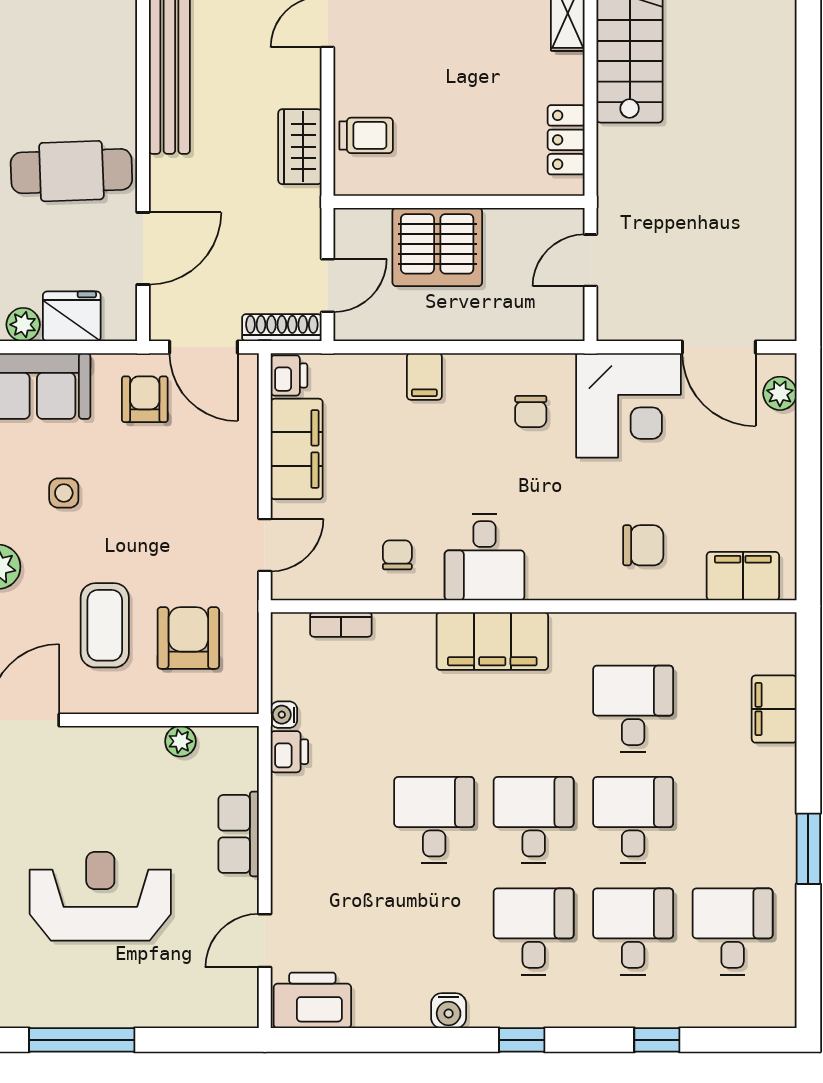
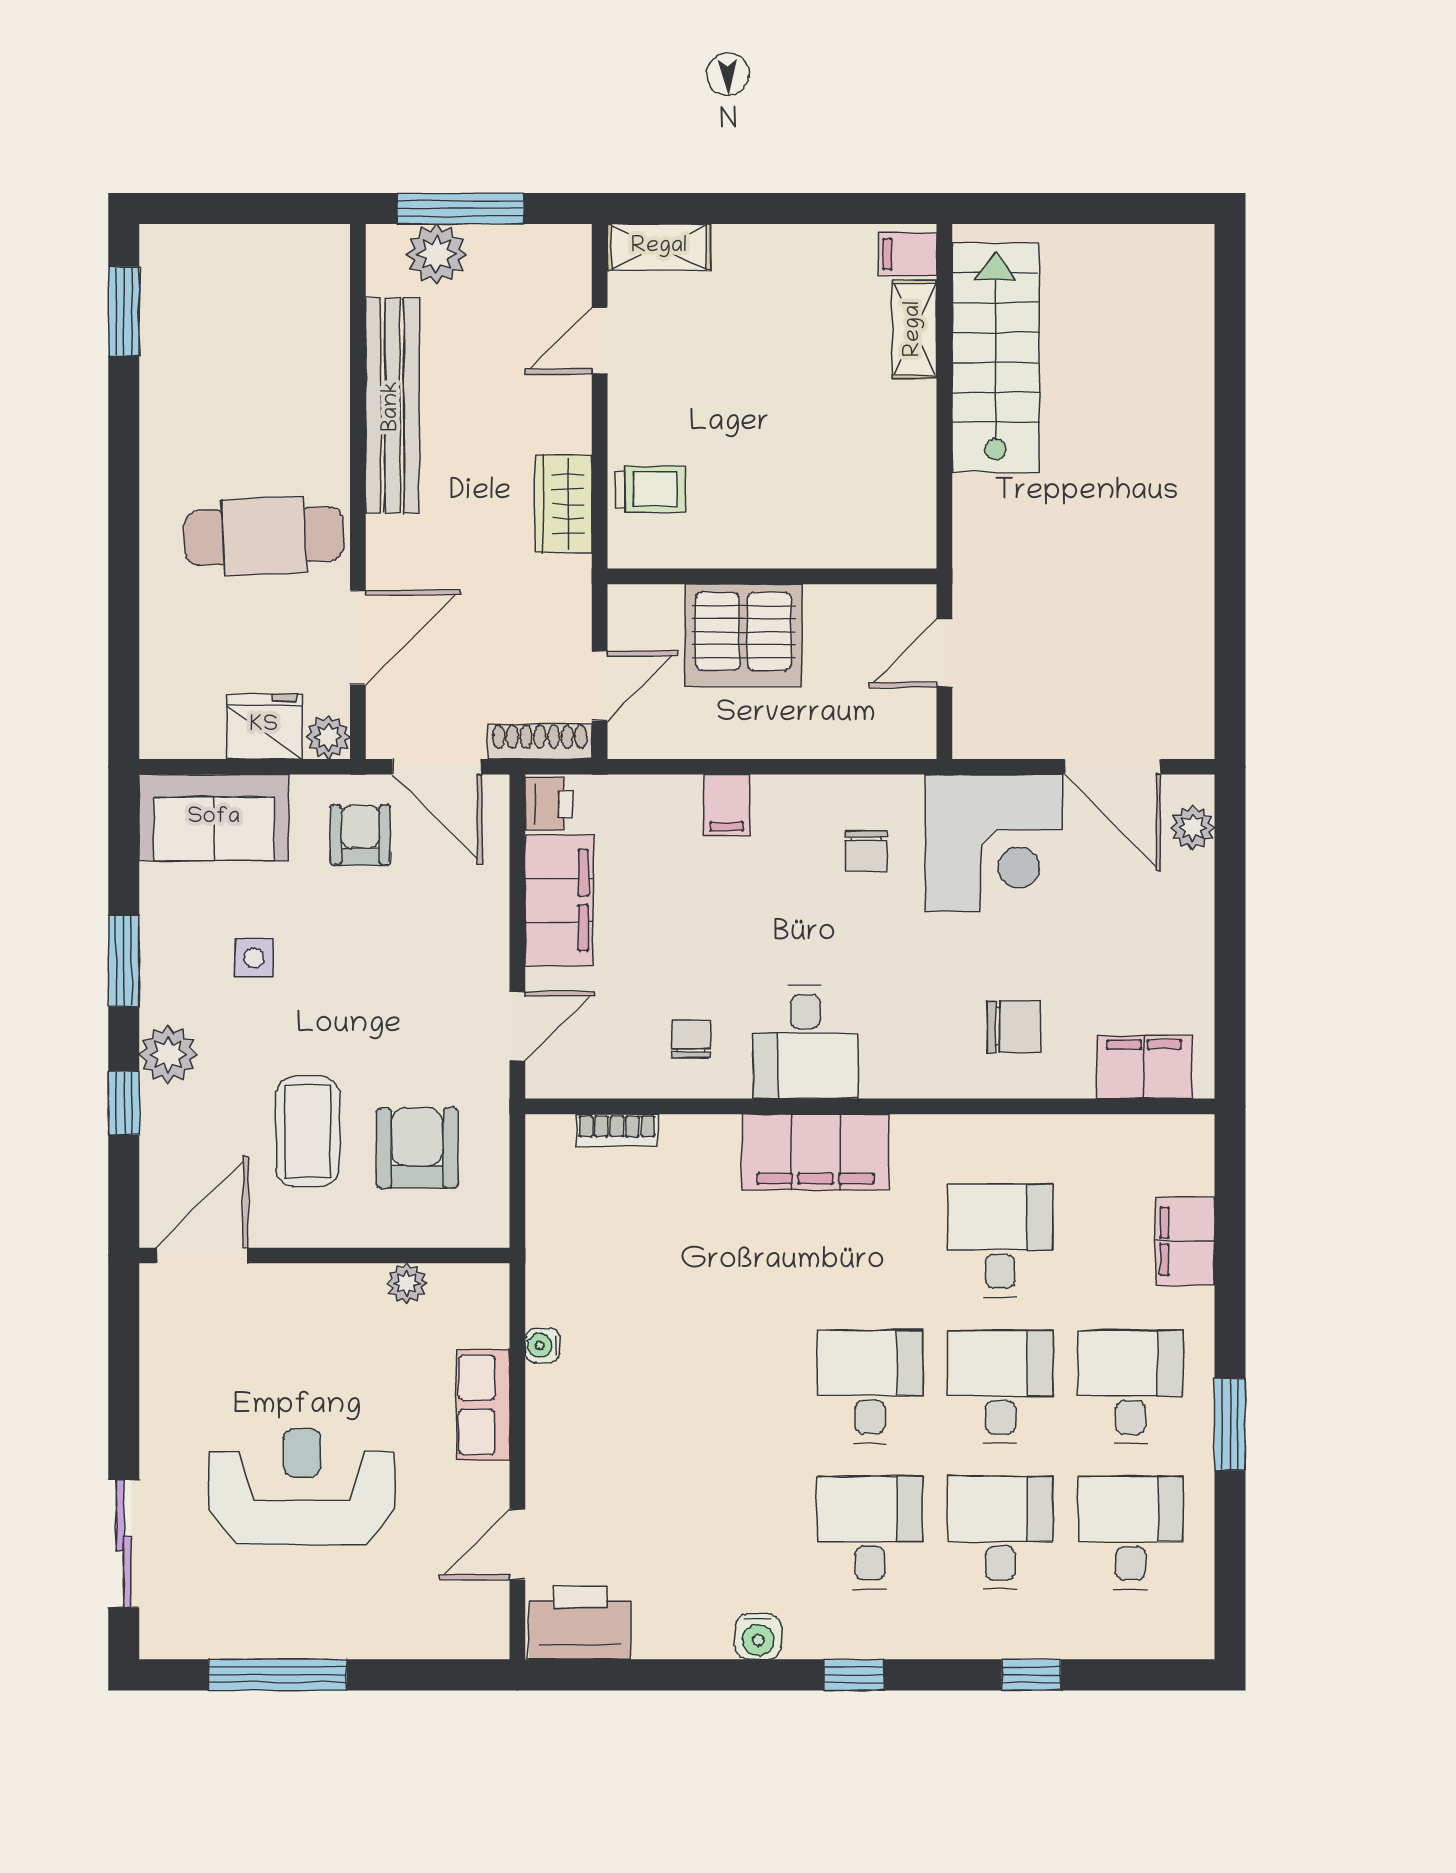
locker: (566, 140) -> (912, 495), removed
plant: (23, 325) -> (328, 737), moved
water cooler: (284, 715) -> (542, 1345), moved
printer: (289, 752) -> (550, 1297), removed
desk: (434, 820) -> (1131, 1387), moved

